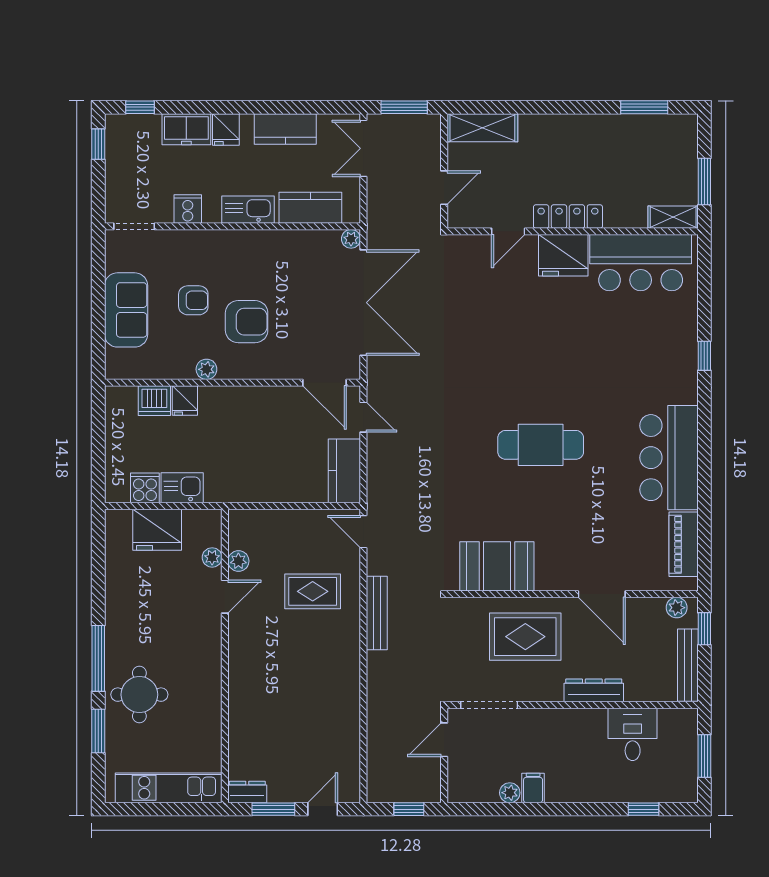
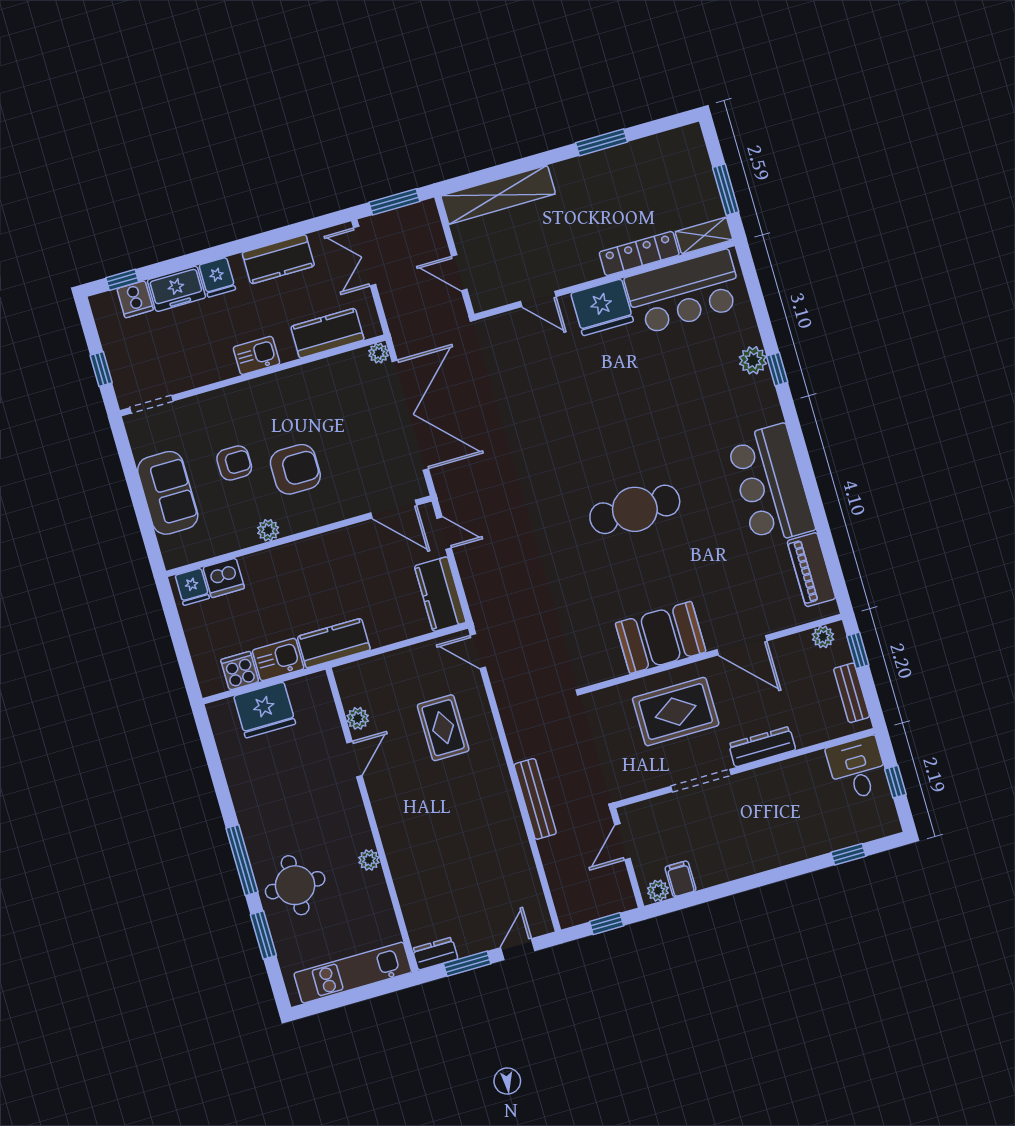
window: (644, 107) -> (601, 142), moved
shelving: (482, 128) -> (498, 195), width x1.47
window: (98, 144) -> (101, 369), moved
door: (444, 188) -> (459, 273), swing flipped
cooker: (188, 209) -> (135, 299), moved, turned 180
kitchen sink: (248, 210) -> (256, 355), width x0.73
locker: (568, 217) -> (639, 254), moved
door: (508, 231) -> (538, 299), hinge flipped
plant: (685, 342) -> (753, 360), added
fridge: (185, 400) -> (192, 587), moved
kitchen counter: (236, 487) -> (334, 643), added
plant: (212, 557) -> (369, 860), moved
booth: (497, 566) -> (661, 637), moved
rug: (313, 591) -> (443, 728), turned 90
bench: (377, 613) -> (535, 799), moved
bench: (688, 665) -> (852, 693), width x0.73
doorway: (489, 705) -> (701, 781), moved
desk: (633, 734) -> (857, 768), moved
window: (704, 756) -> (895, 782), width x0.67
filing cabinet: (533, 788) -> (680, 879), moved
plant: (510, 793) -> (658, 891), moved

